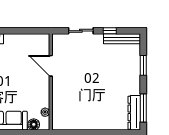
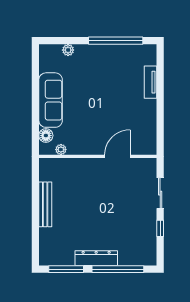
bench: (122, 39) -> (45, 204), moved
window: (143, 65) -> (118, 269), width x2.11
dresser: (134, 113) -> (96, 258), moved

